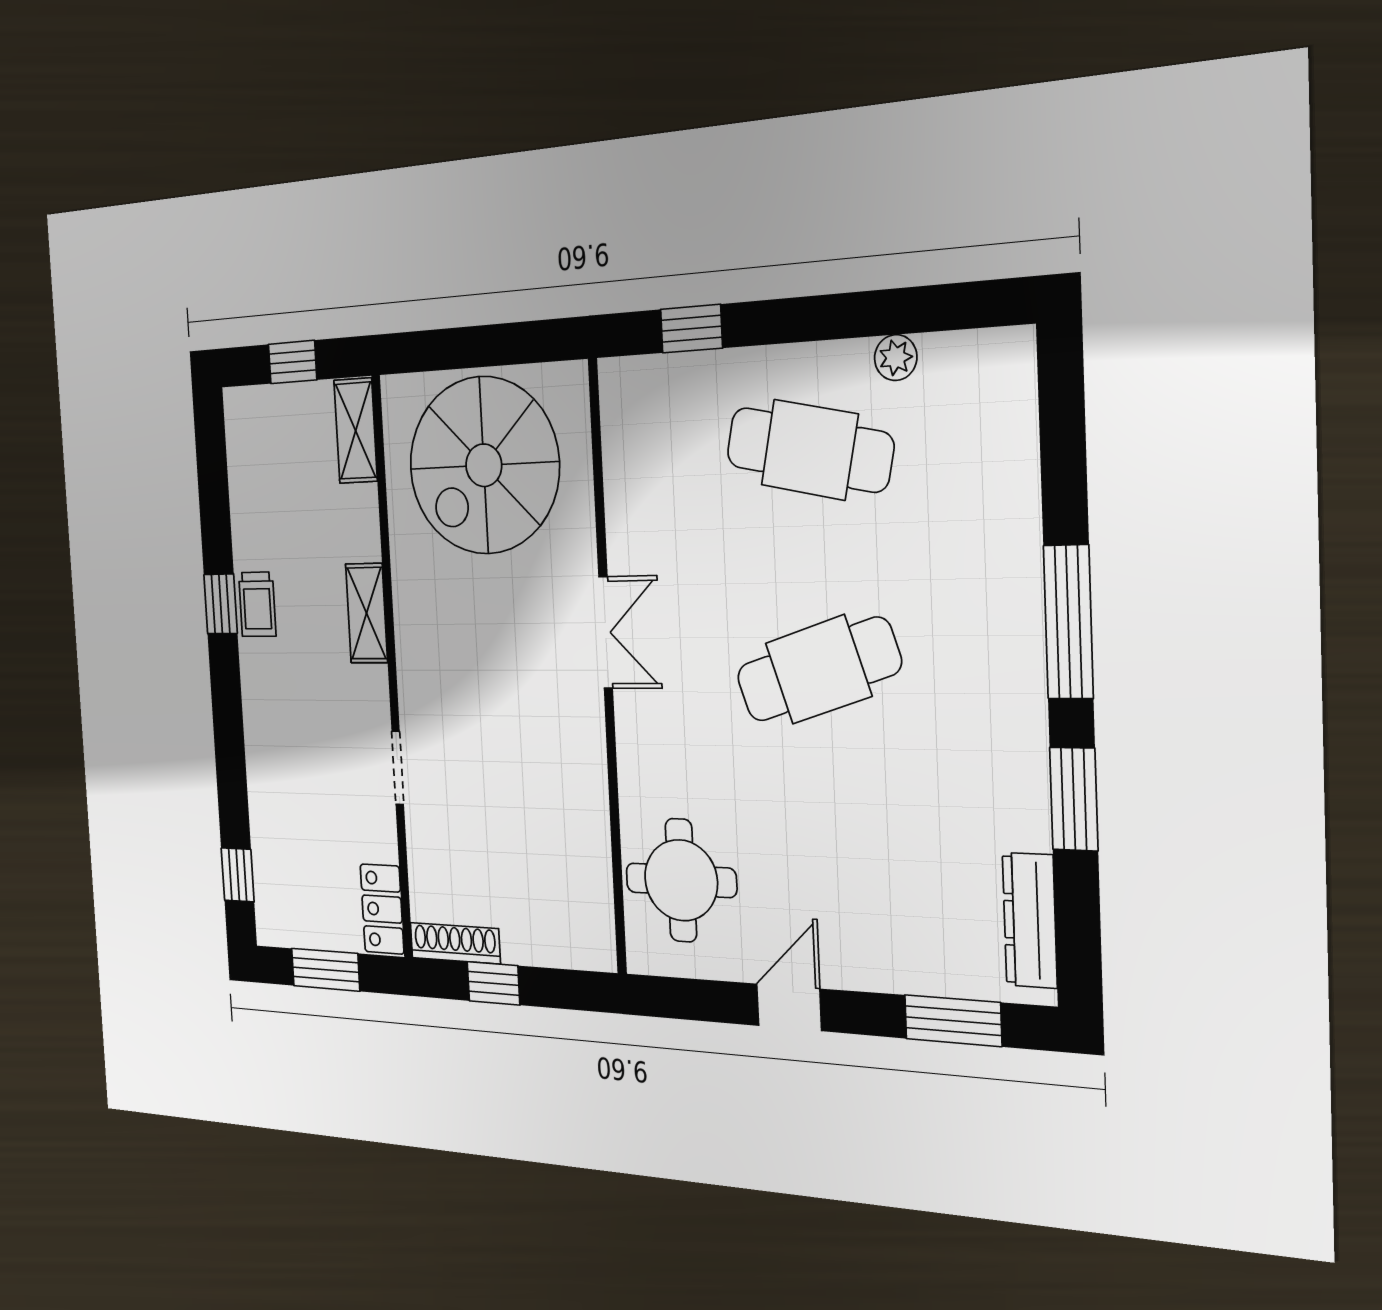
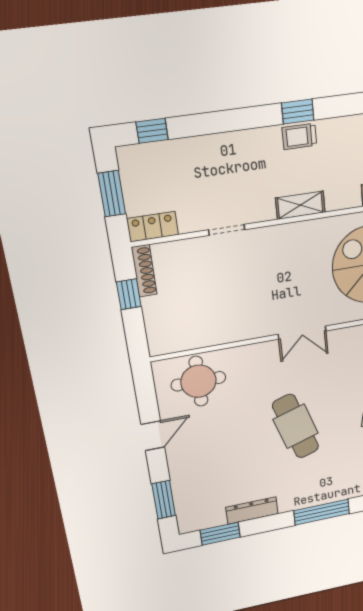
window: (1074, 799) -> (220, 534), moved
dresser: (1030, 920) -> (252, 511), moved
door: (789, 1007) -> (153, 436), hinge flipped

